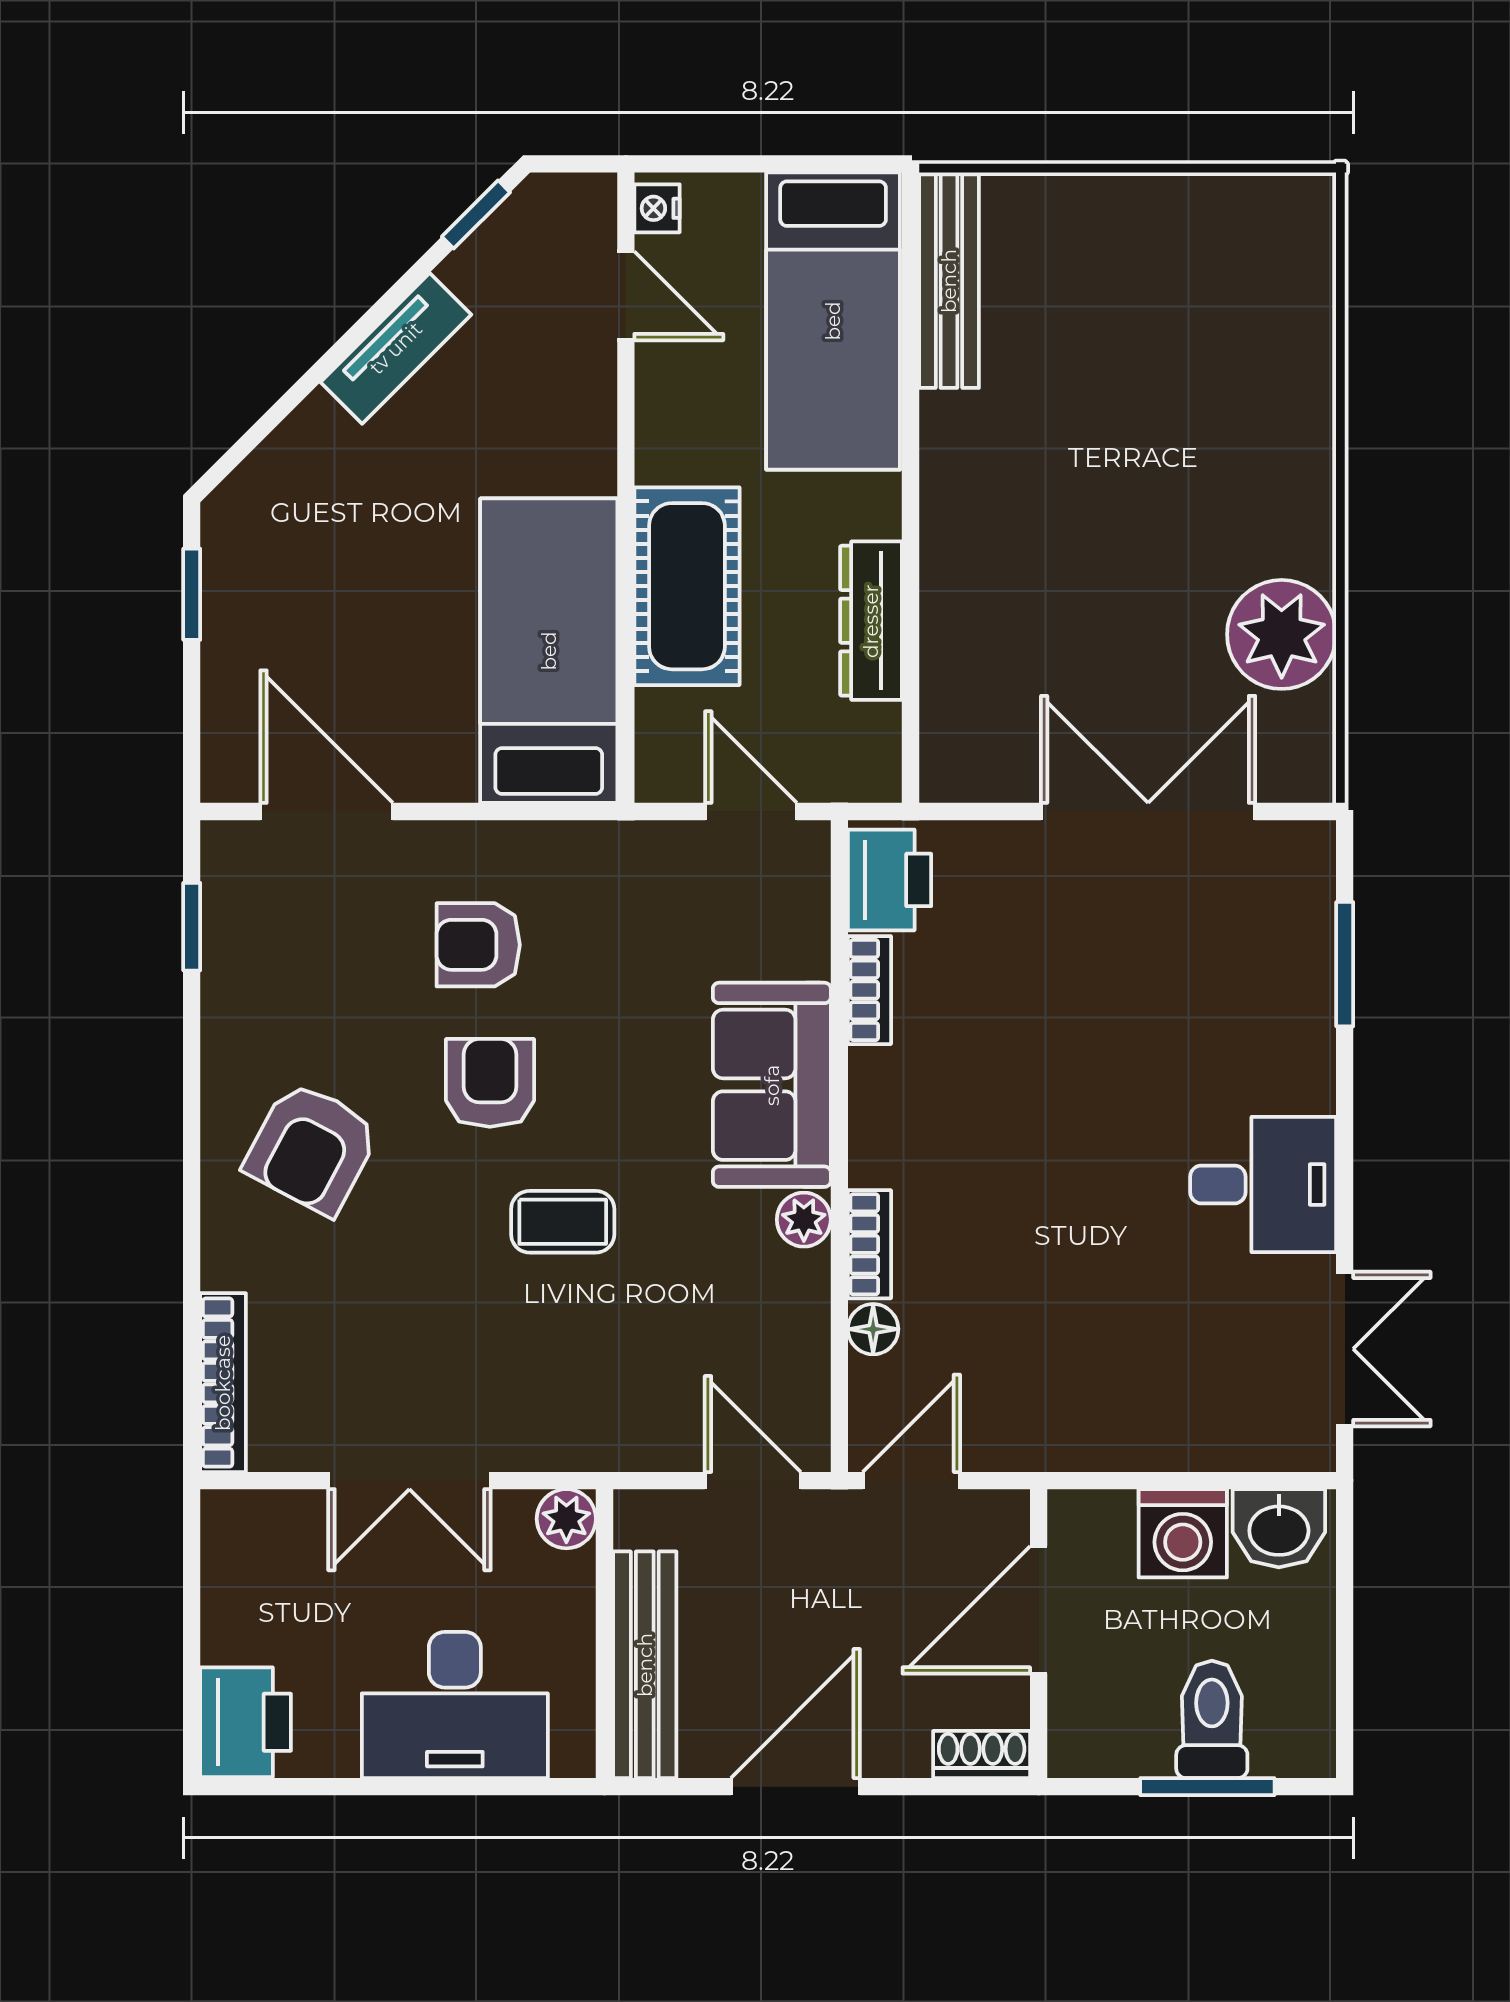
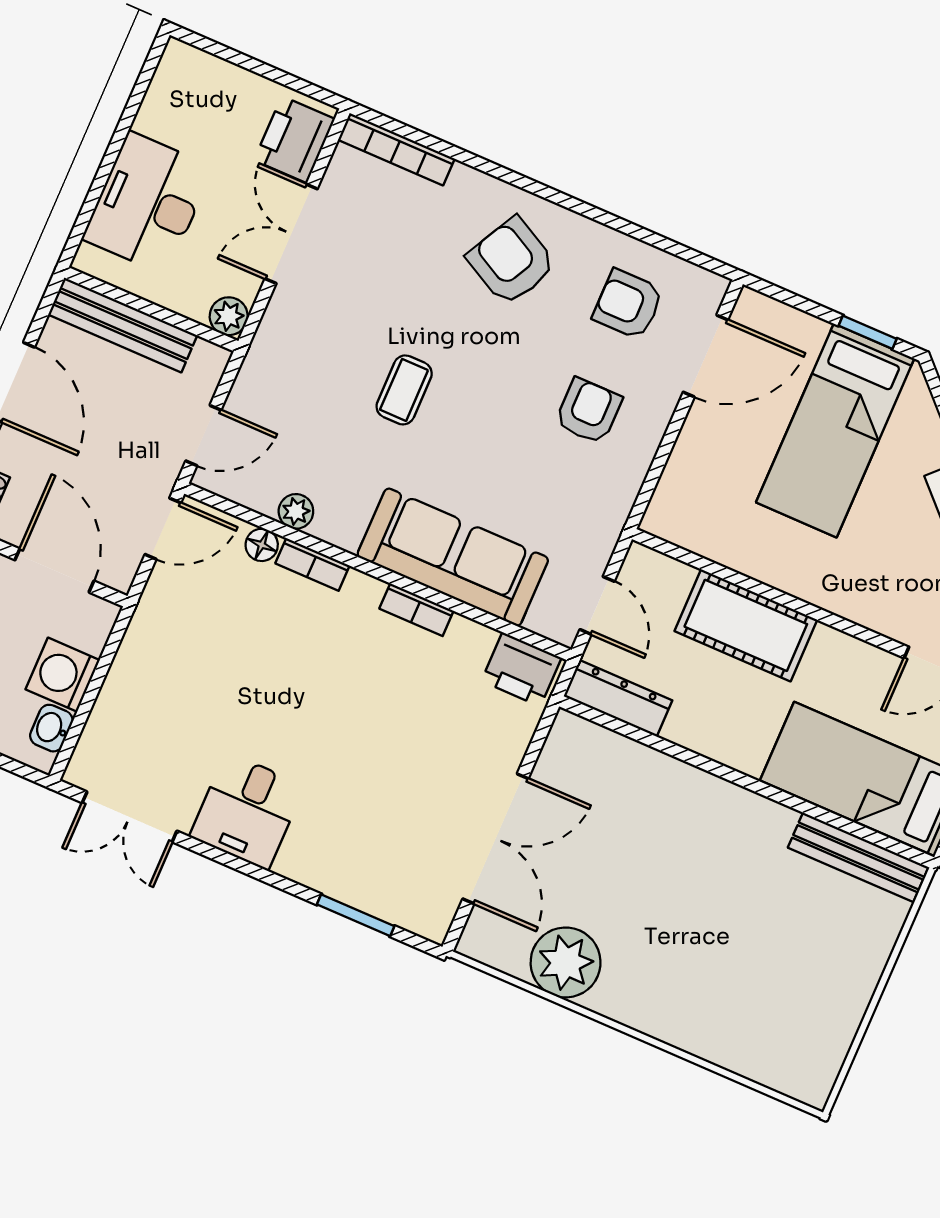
dresser: (871, 621) -> (618, 698), moved
bed: (549, 651) -> (835, 430), moved, turned 90
door: (751, 812) -> (597, 605), hinge flipped
window: (192, 927) -> (672, 247), removed
bookcase: (870, 990) -> (416, 610), moved
armchair: (490, 1083) -> (628, 304), moved, turned 180
sofa: (772, 1085) -> (453, 557), width x1.36
plant: (804, 1220) -> (296, 511), moved
door: (911, 1481) -> (163, 529), hinge flipped
washbasin: (1279, 1528) -> (51, 728), width x0.72, depth x0.69
printer: (246, 1722) -> (294, 140), moved, turned 90

